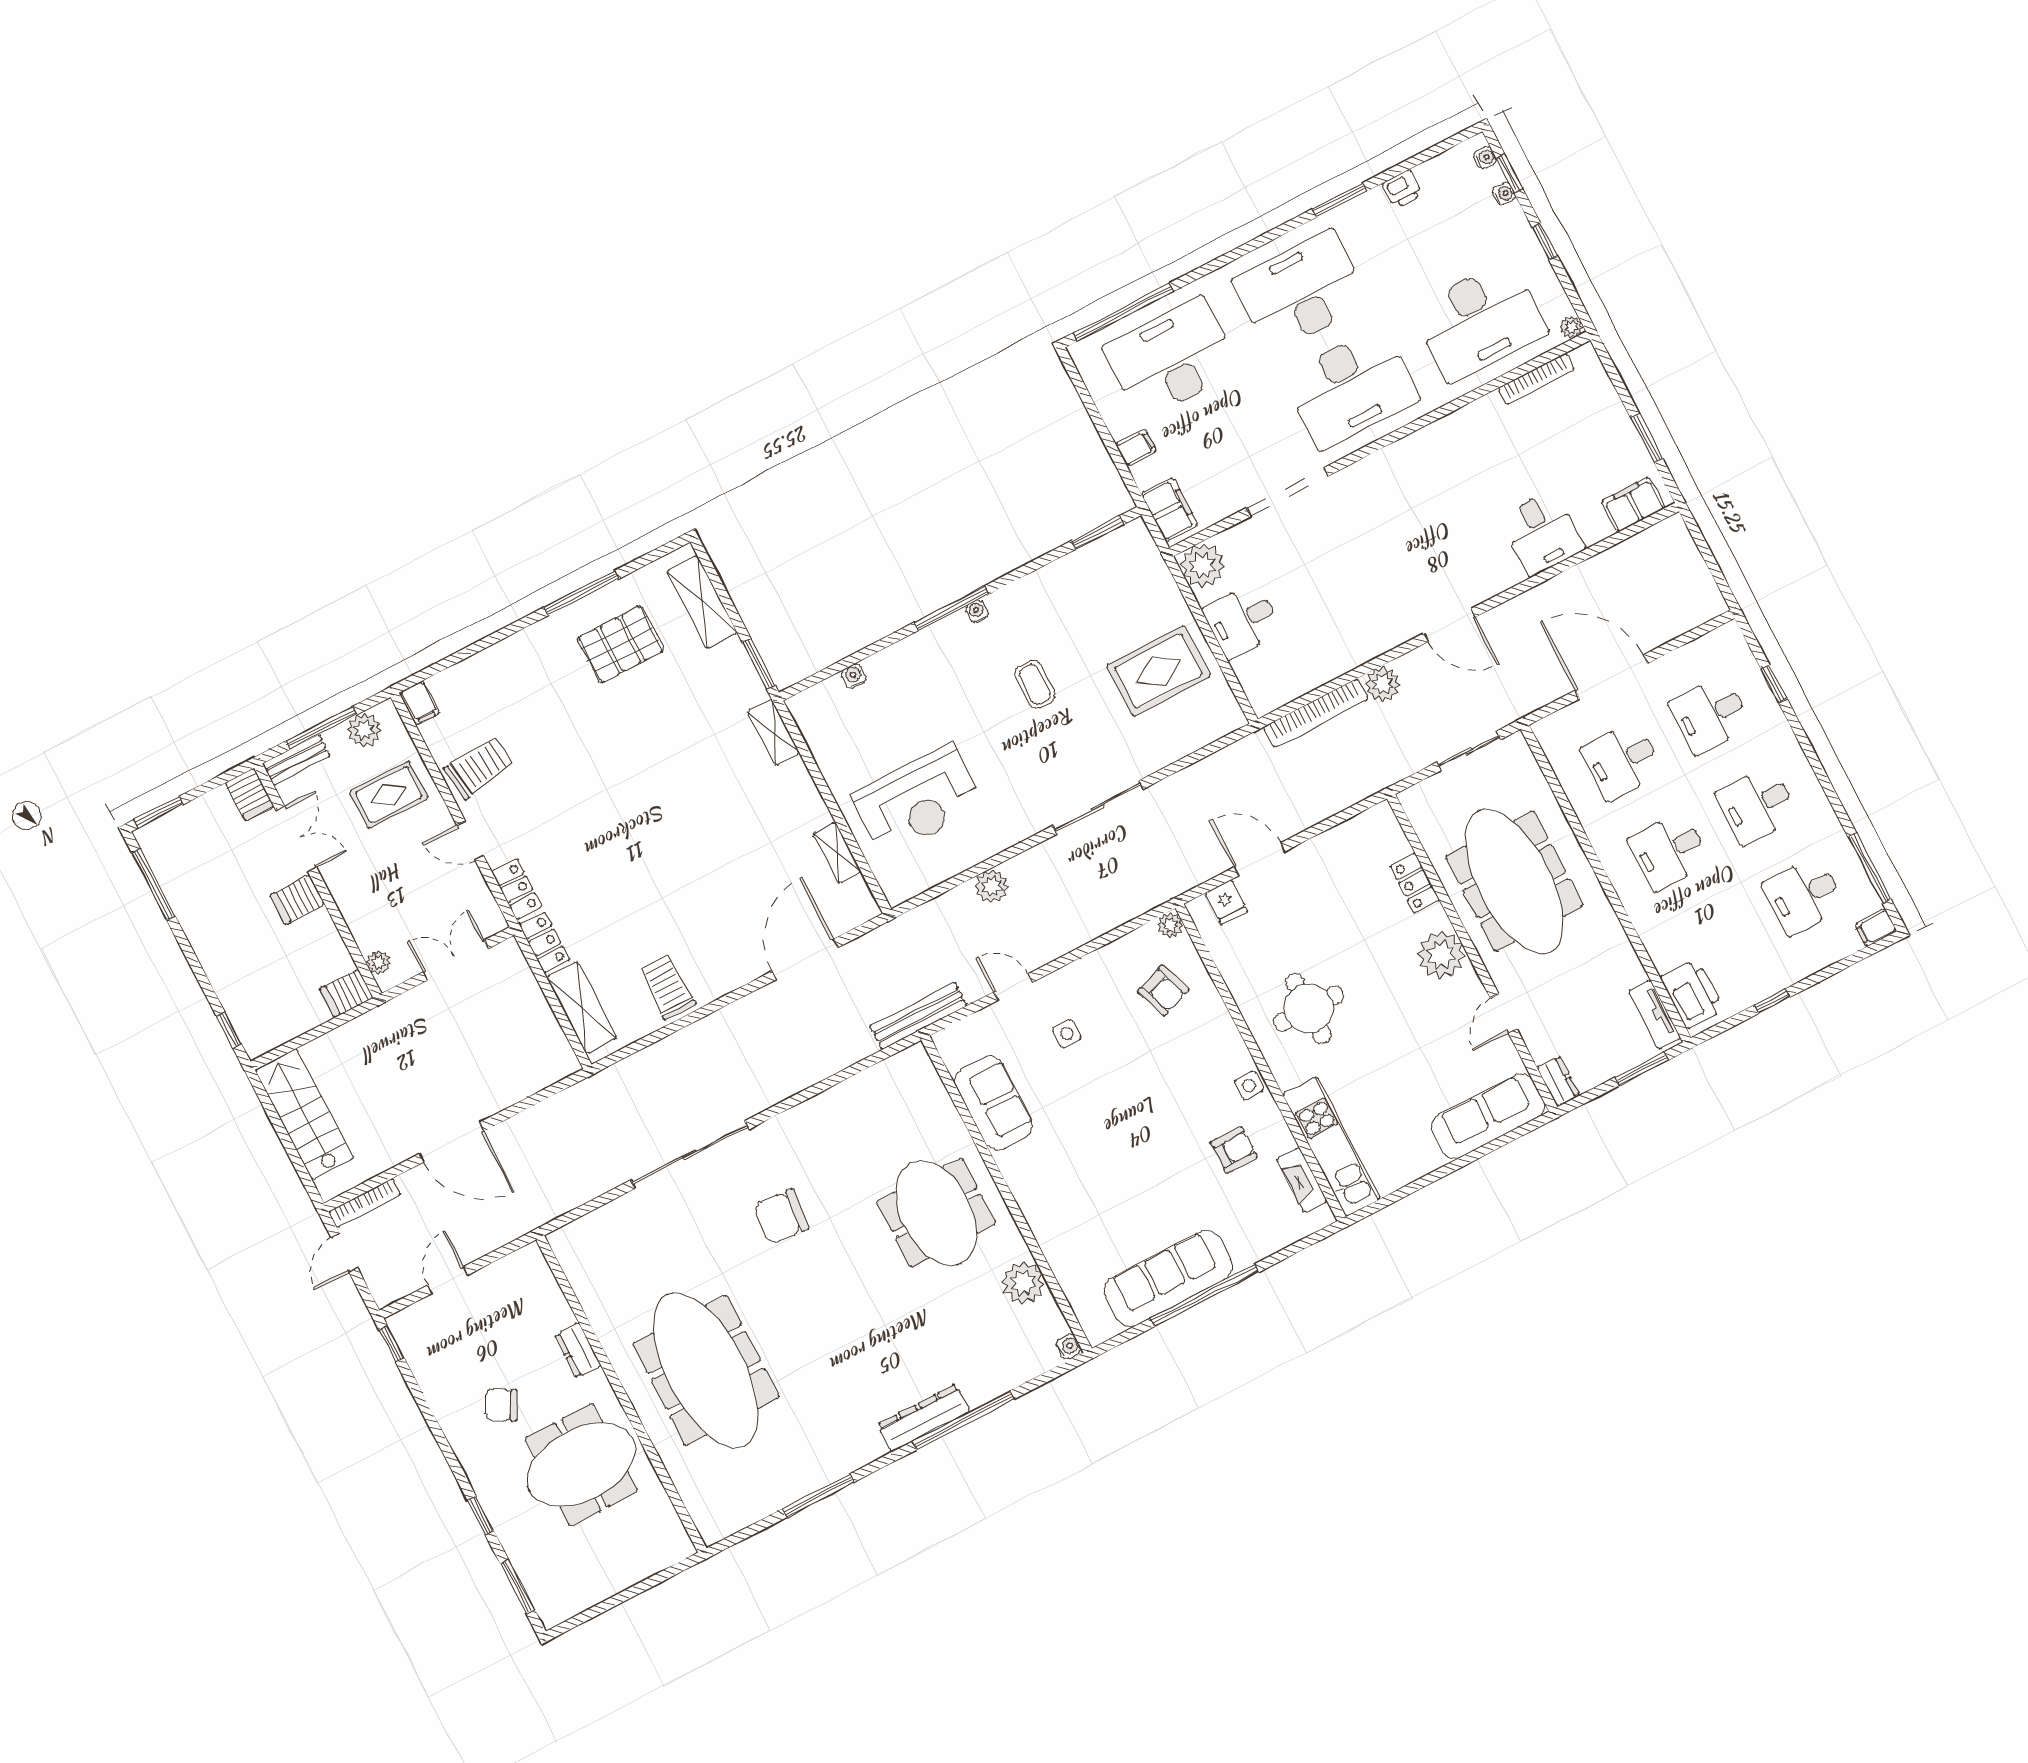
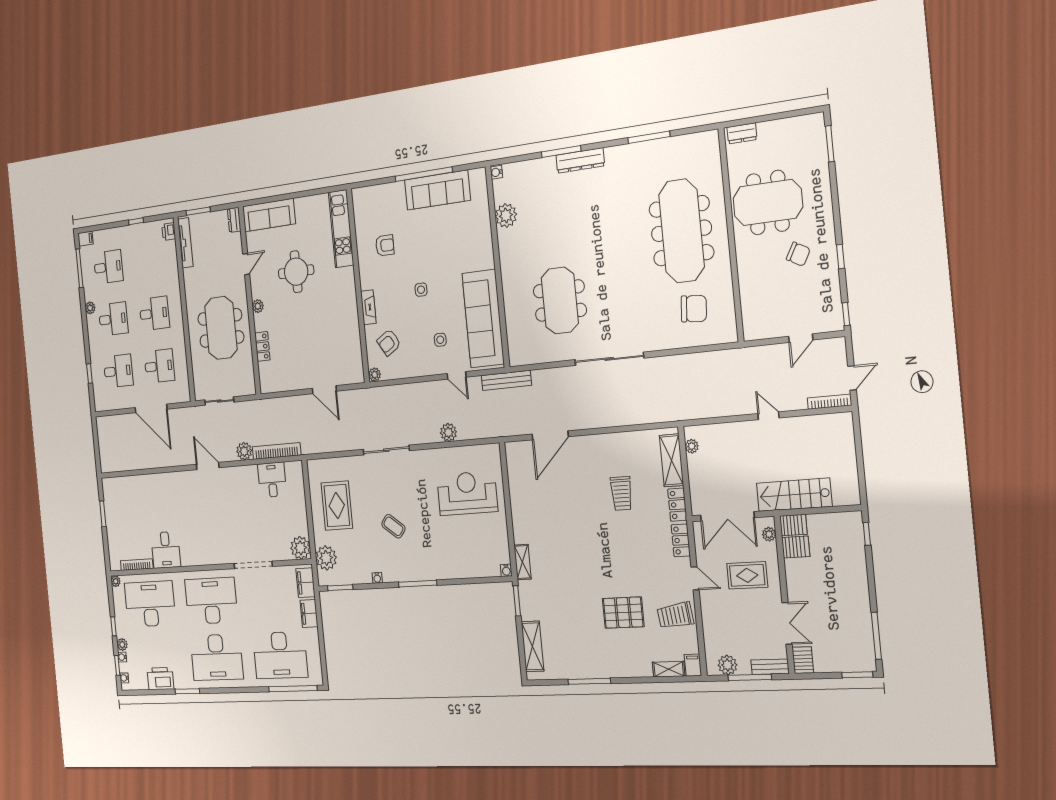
printer: (1402, 189) -> (160, 679), width x1.87, depth x1.48
plant: (1513, 217) -> (122, 644), added
filing cabinet: (1136, 448) -> (309, 614), width x2.00
filing cabinet: (1633, 505) -> (117, 486), removed
desk: (1542, 533) -> (166, 550), moved, turned 180
plant: (1145, 571) -> (326, 558), added
water cooler: (977, 611) -> (377, 578), moved
desk: (1242, 620) -> (272, 480), moved, turned -90
pallet: (620, 644) -> (623, 613), moved
rug: (1159, 671) -> (337, 505), turned 90
water cooler: (854, 676) -> (506, 570), moved
coffee table: (1035, 684) -> (393, 526), turned -52
rug: (389, 795) -> (747, 575), moved
plant: (1818, 805) -> (90, 308), added
double door: (296, 839) -> (787, 623), swing flipped
shelving: (837, 853) -> (669, 669), moved, turned 90
meeting table: (1514, 881) -> (221, 328), width x0.73
server rack: (297, 900) -> (796, 547), moved
fridge: (1226, 902) -> (346, 375), removed
plant: (1441, 955) -> (258, 306), width x0.53, depth x0.53
double door: (456, 960) -> (727, 516), width x1.37
trolley: (667, 987) -> (621, 493), moved
armchair: (1163, 991) -> (389, 342), turned -102
printer: (1692, 994) -> (169, 232), width x0.53, depth x0.68
round table: (1309, 1008) -> (296, 272), moved
tv unit: (1654, 1015) -> (185, 243), width x1.41
plant: (557, 1044) -> (692, 446), added
side table: (1249, 1086) -> (421, 290), moved
sofa: (994, 1103) -> (483, 319), width x1.85, depth x1.27
stairs: (304, 1114) -> (794, 495), moved, turned 90
door: (451, 1142) -> (769, 416), width x0.53
armchair: (1234, 1150) -> (385, 245), turned 180
sliding door: (690, 1155) -> (609, 359), moved
fireplace: (1302, 1180) -> (368, 307), moved
meeting table: (936, 1213) -> (560, 301), moved
chair: (781, 1217) -> (694, 309), moved
dresser: (578, 1350) -> (742, 133), moved, turned 90
window: (963, 1420) -> (561, 152), width x0.68
window: (481, 1516) -> (841, 257), moved

